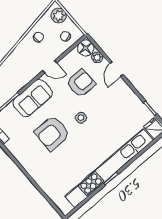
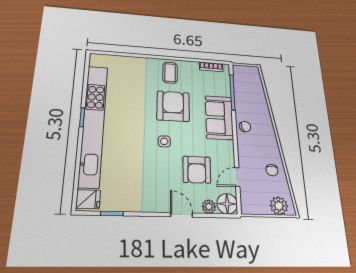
chair: (65, 36) -> (245, 127), moved
door: (50, 67) -> (237, 177), moved
coffee table: (30, 156) -> (170, 73), added

